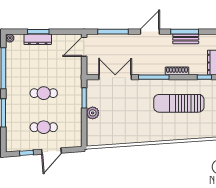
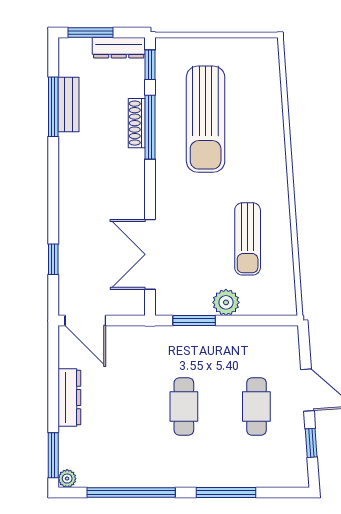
window: (38, 32) -> (53, 455), moved
window: (113, 32) -> (53, 259), width x0.46
door: (150, 32) -> (53, 181), removed
dresser: (38, 39) -> (69, 398), moved
window: (154, 77) -> (150, 127), moved
sun lounger: (123, 123) -> (248, 239), added

